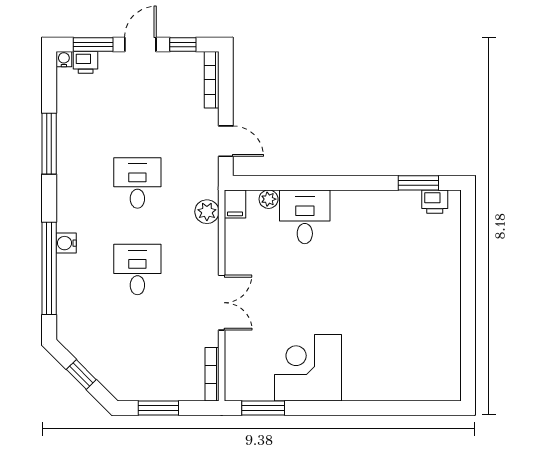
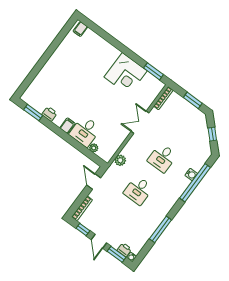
door: (140, 44) -> (99, 241), hinge flipped
printer: (435, 202) -> (50, 114), moved
filing cabinet: (235, 204) -> (67, 126), moved
water cooler: (66, 243) -> (191, 174), moved
filing cabinet: (444, 387) -> (80, 29), added

